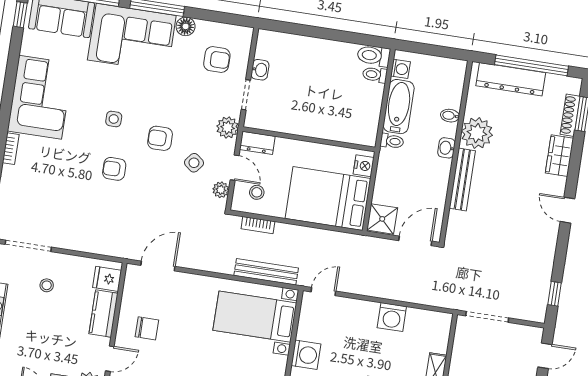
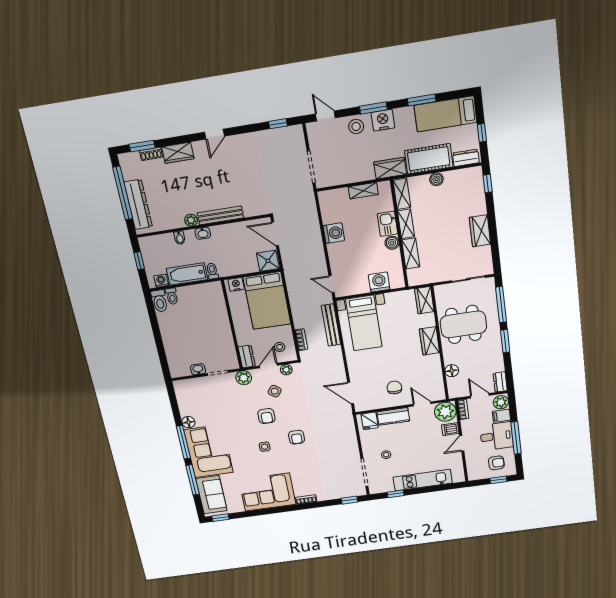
window: (437, 51) -> (139, 261), added
armchair: (217, 60) -> (202, 397), removed
shoe rack: (570, 115) -> (151, 154), width x0.70
plant: (477, 133) -> (191, 220), width x0.53, depth x0.53

